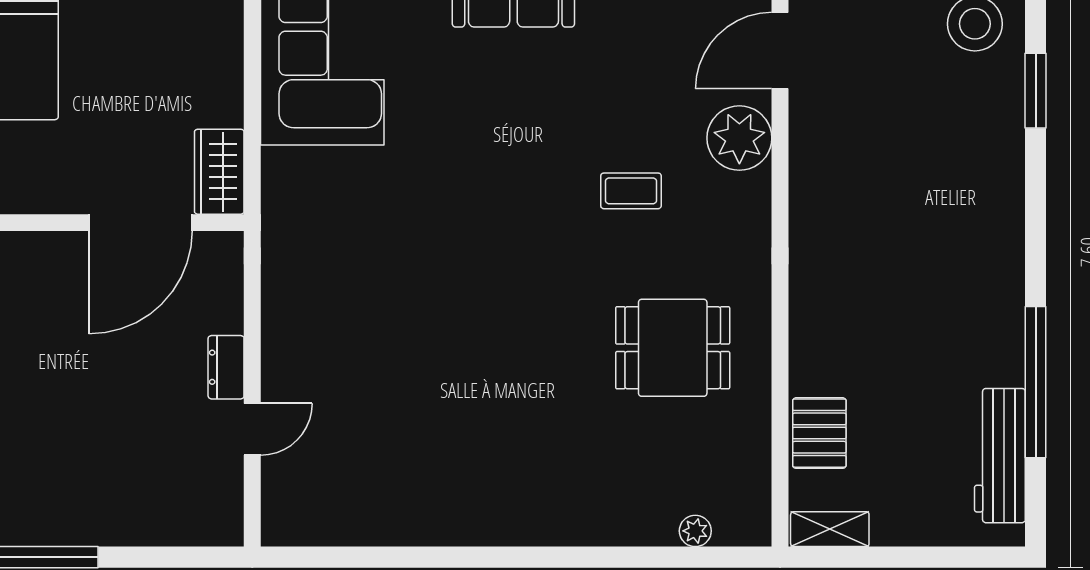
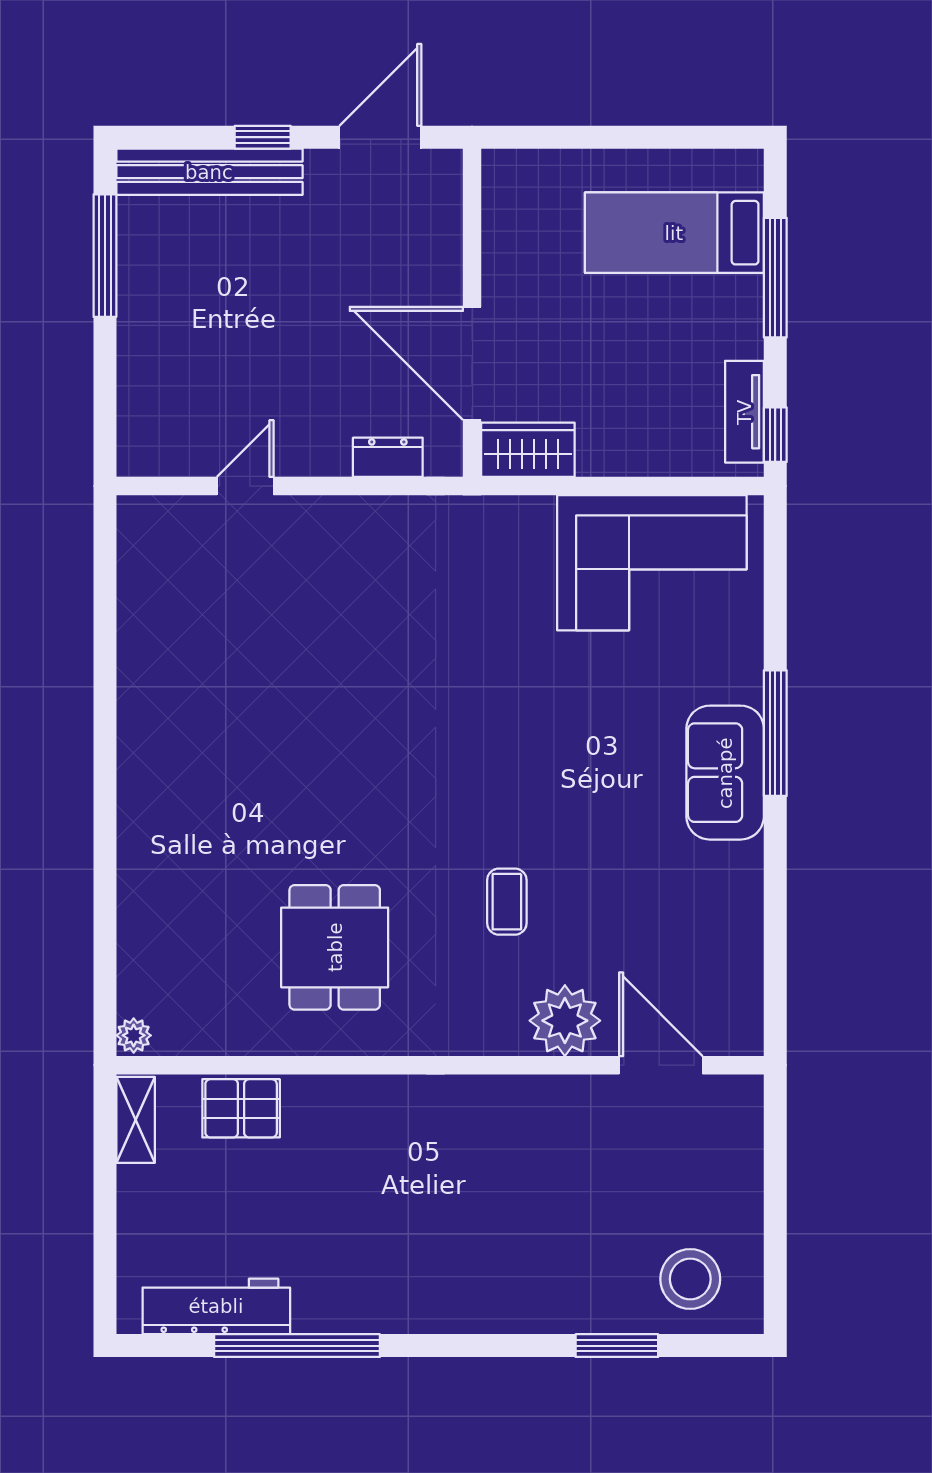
dresser: (226, 367) -> (388, 457), moved
door: (252, 429) -> (245, 486), swing flipped
plant: (695, 531) -> (134, 1035), moved

